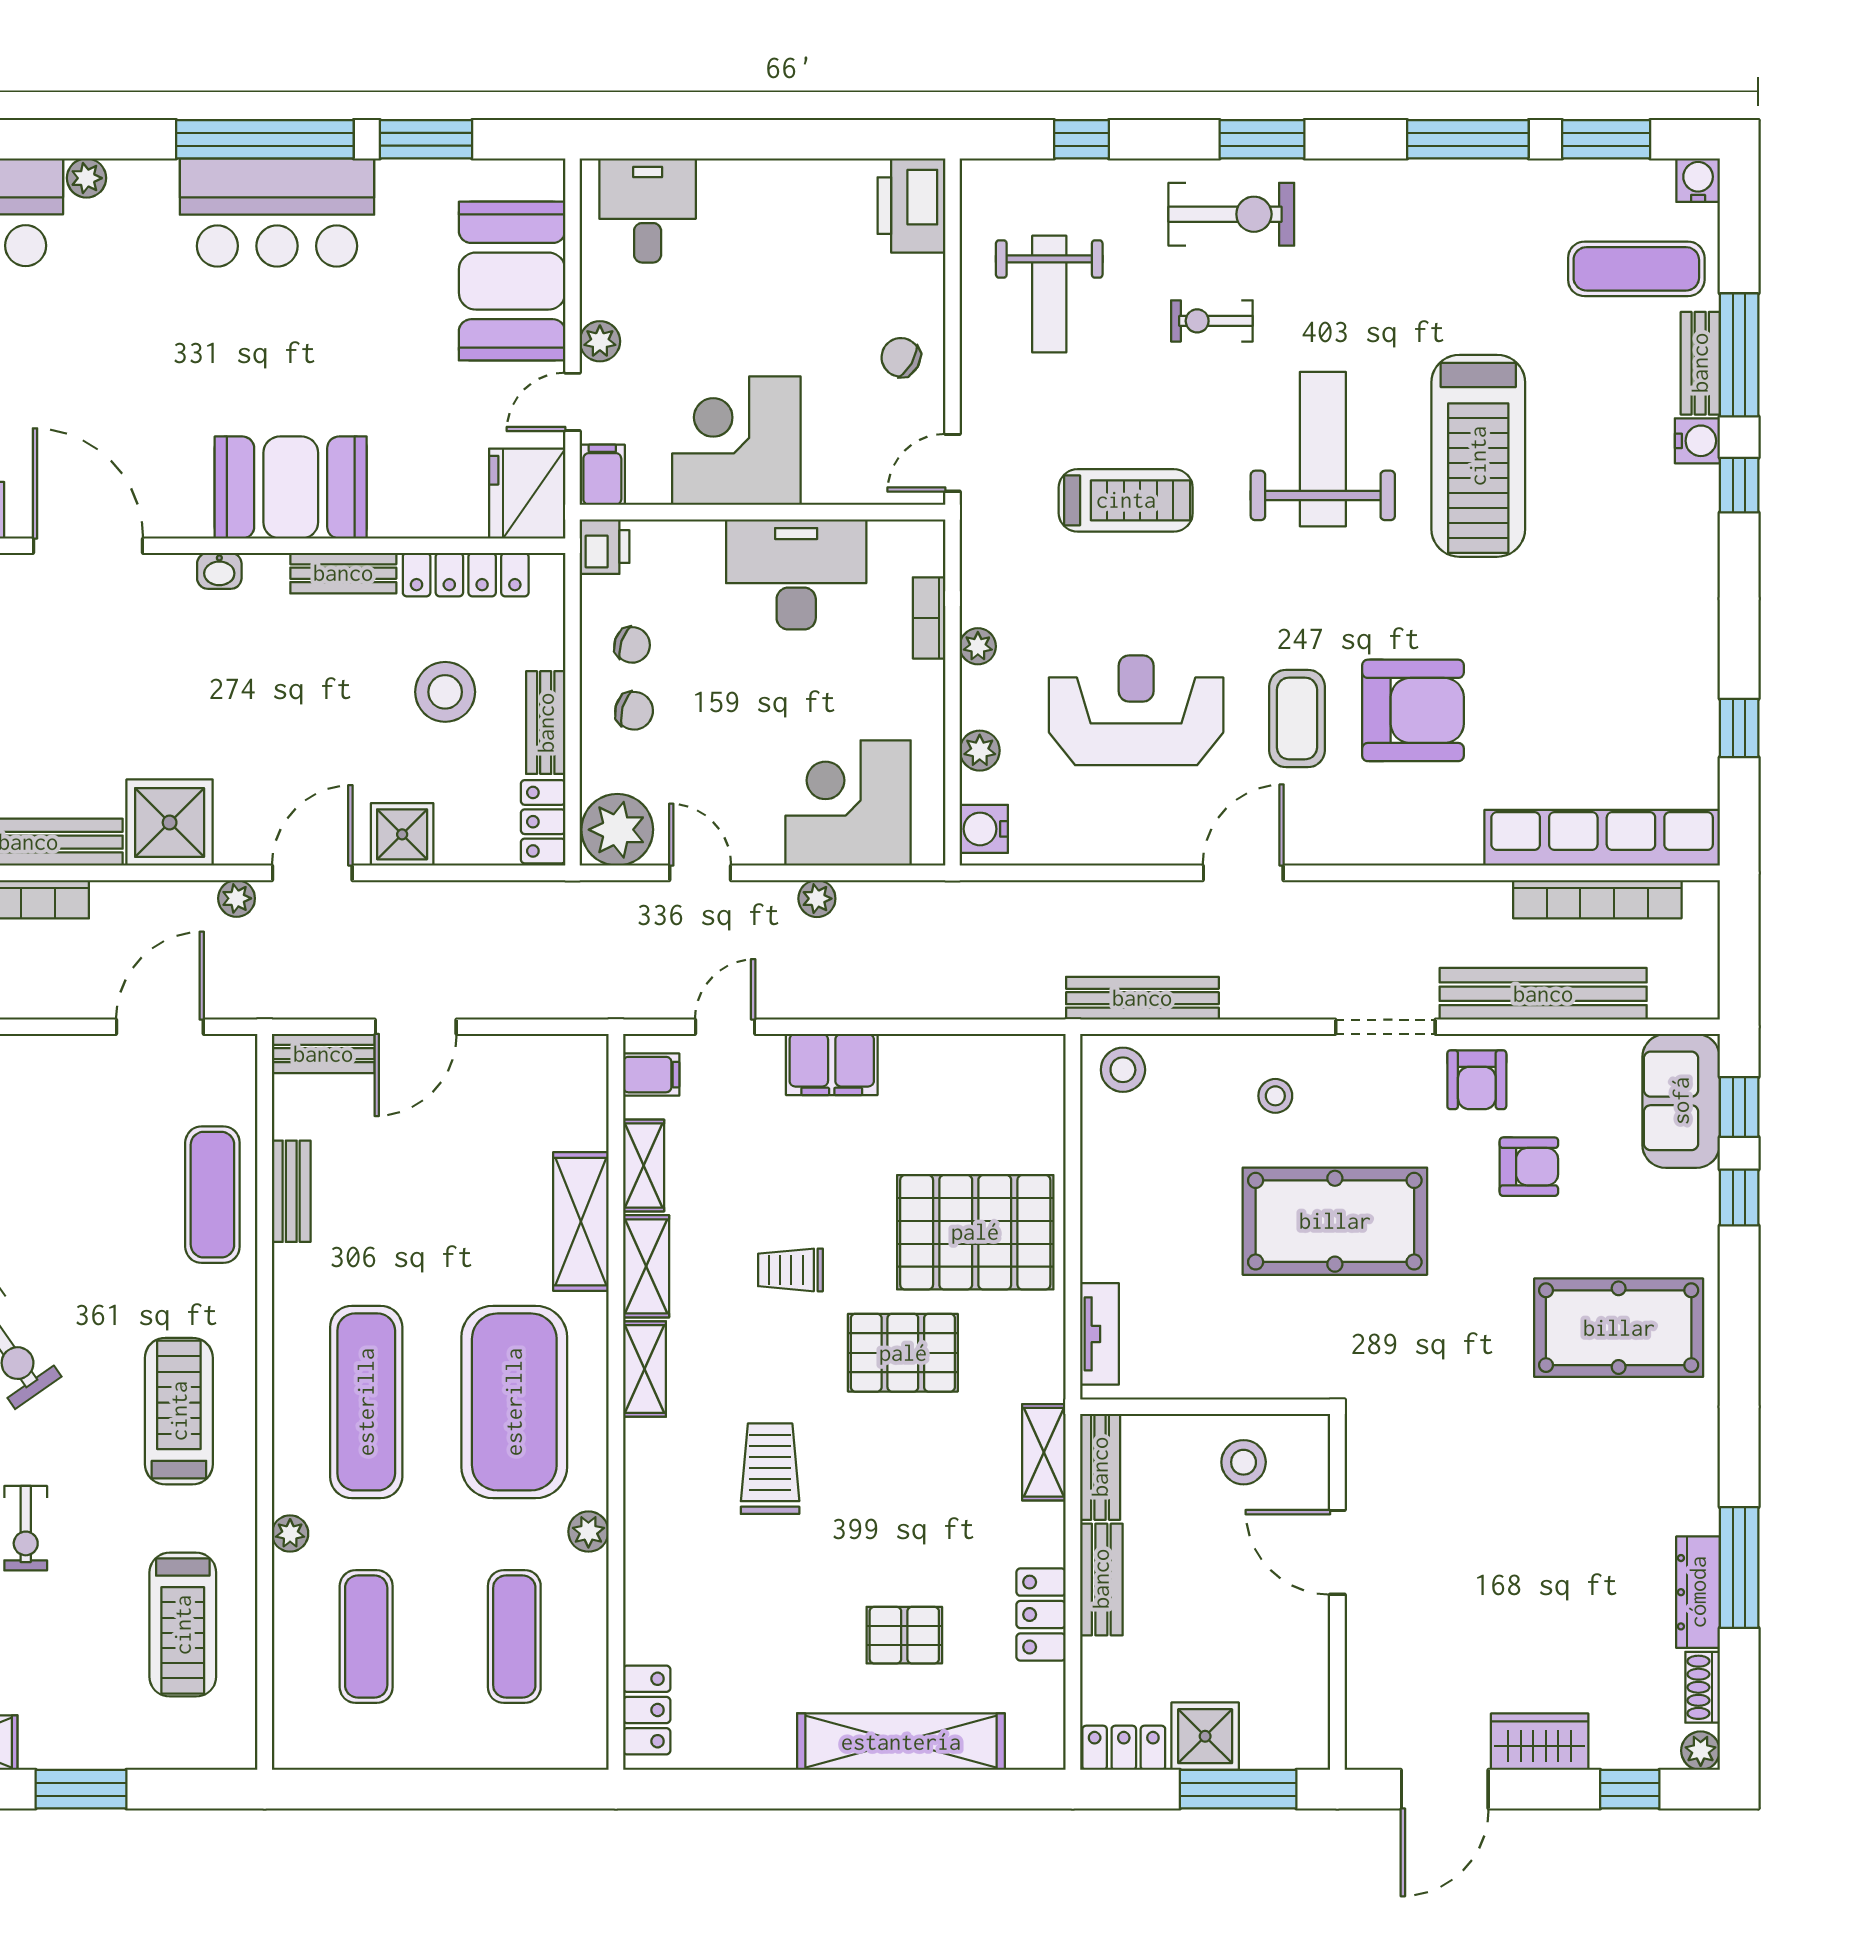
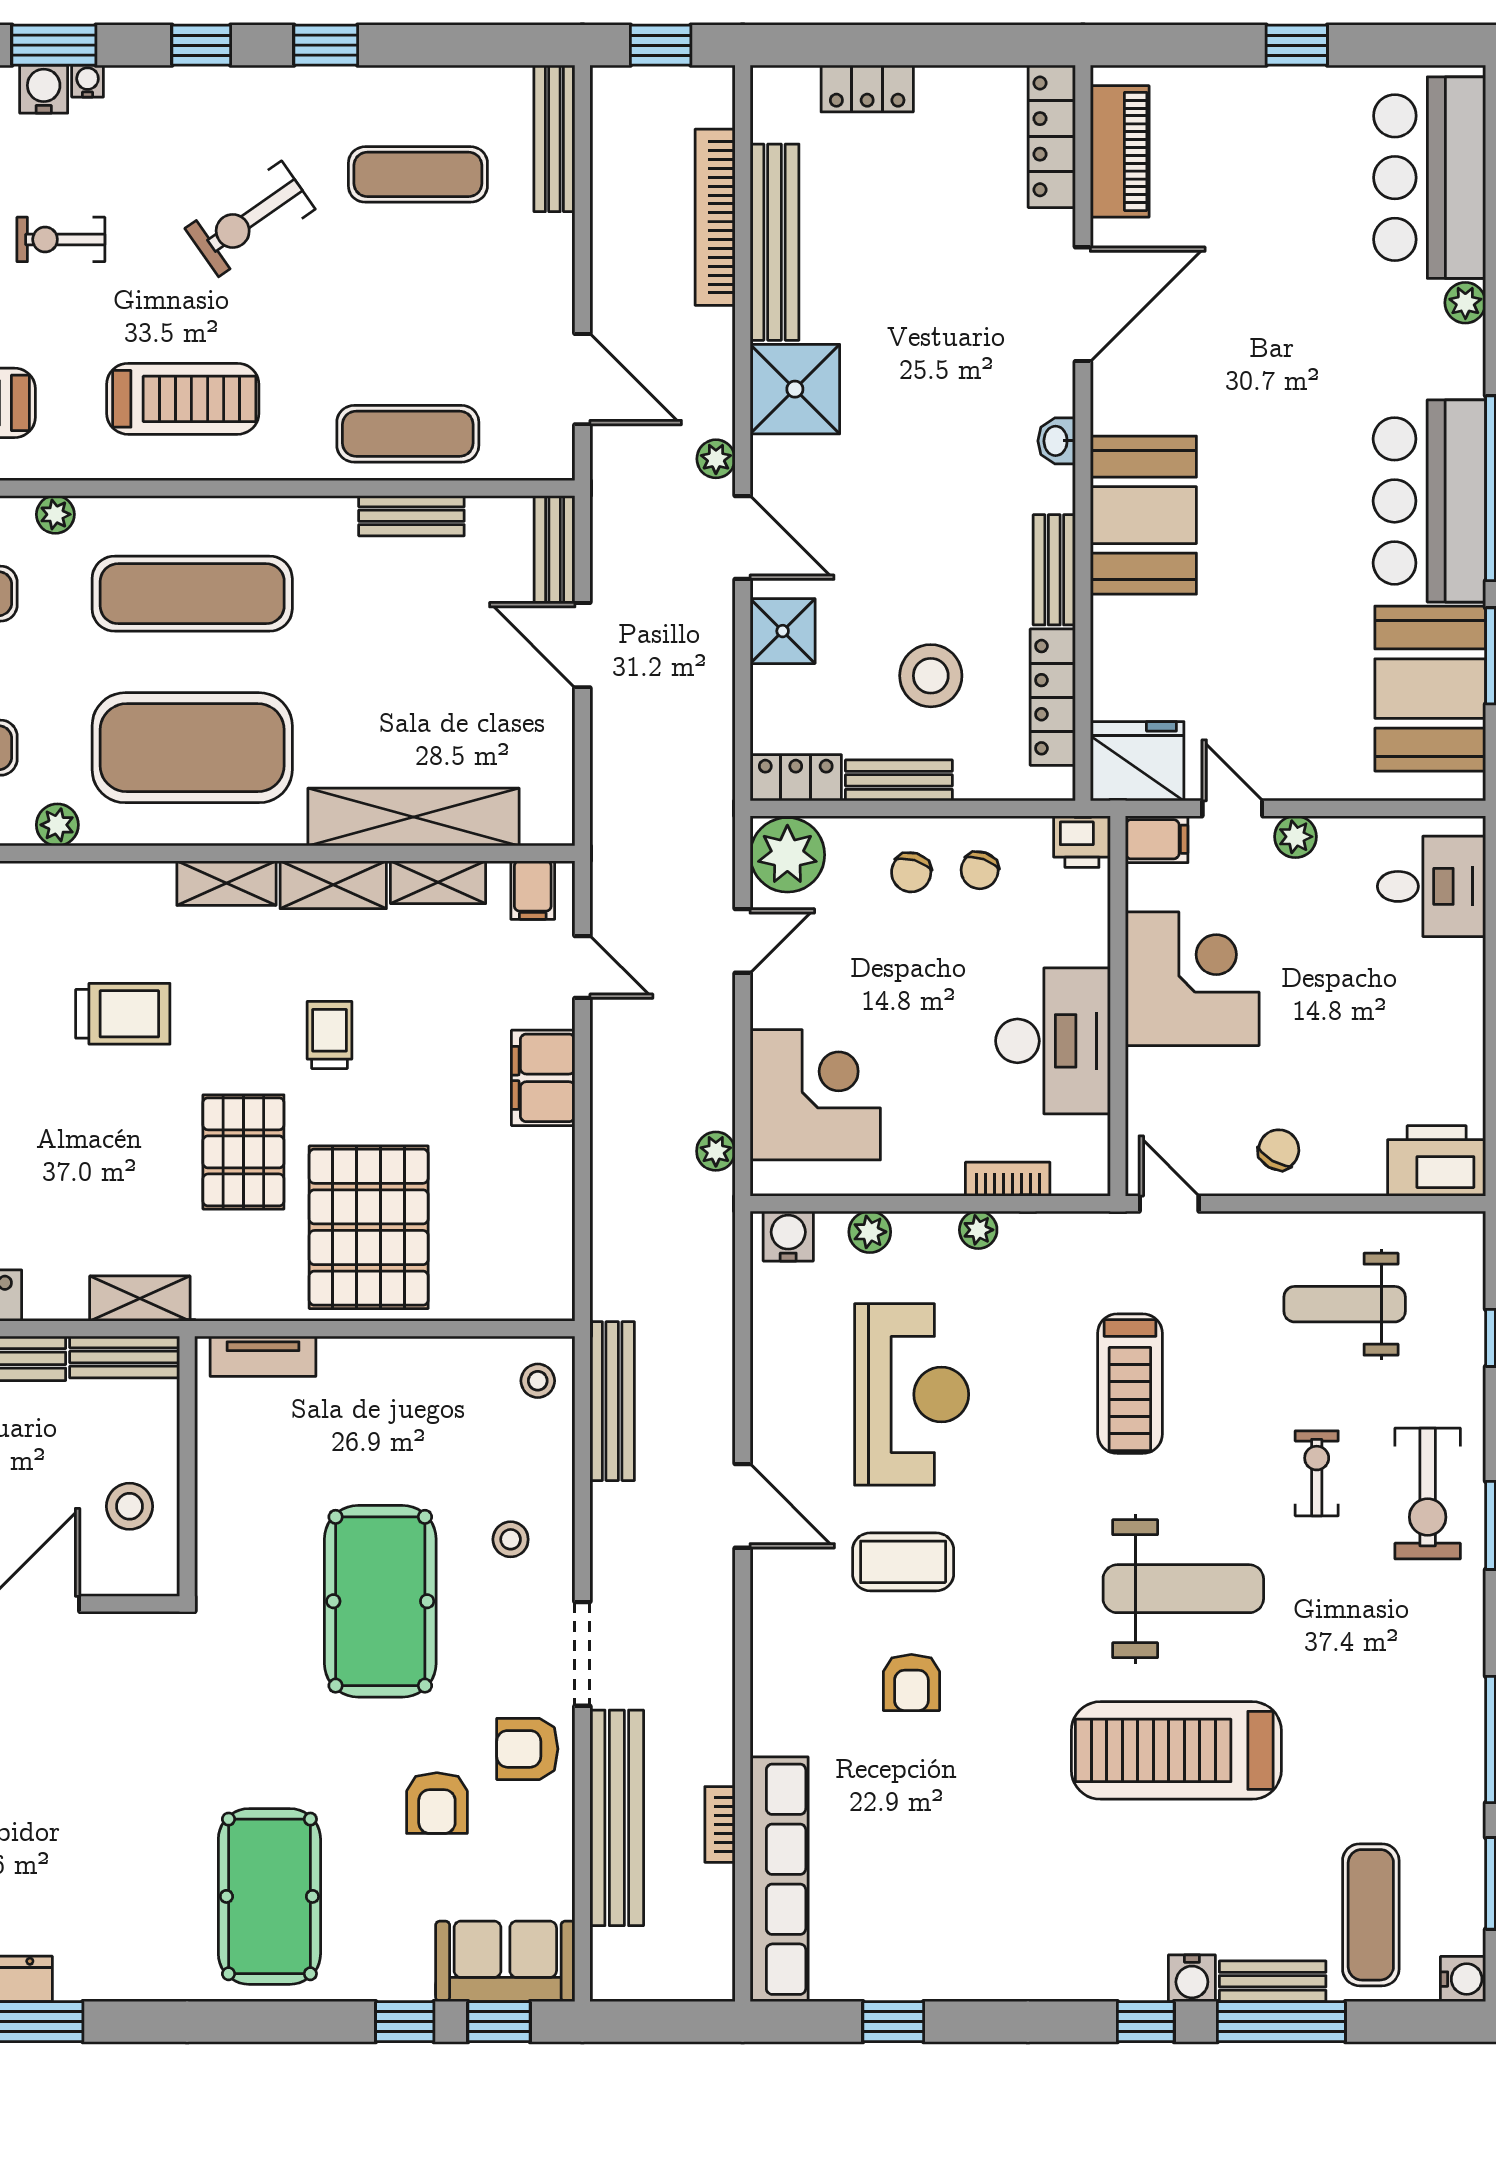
booth: (512, 281) -> (1430, 689), moved, turned 90
armchair: (1413, 710) -> (911, 1683), width x0.53, depth x0.53
plant: (817, 899) -> (716, 1151), moved
bookcase: (1597, 899) -> (720, 1824), width x0.43, depth x0.76
stool: (1123, 1070) -> (538, 1381), width x0.73, depth x0.73
shelving: (581, 1222) -> (414, 817), width x1.47

